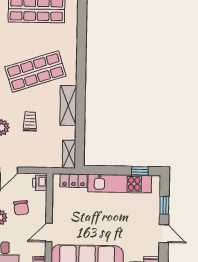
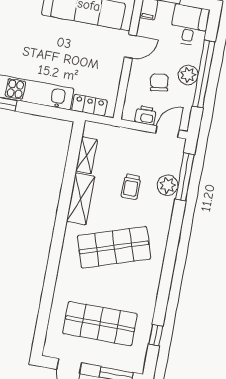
shelving: (69, 154) -> (86, 155), moved
printer: (40, 183) -> (146, 115), moved, turned -90

